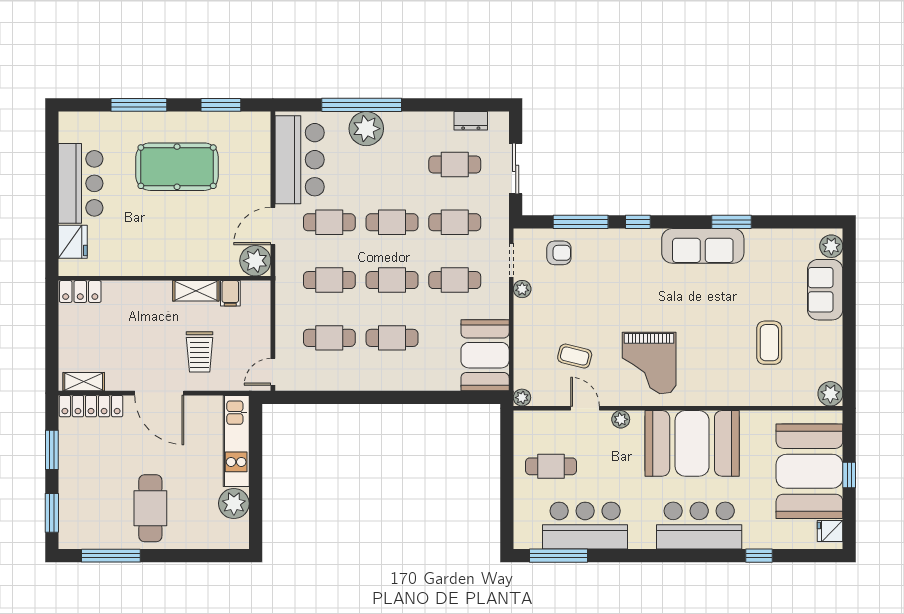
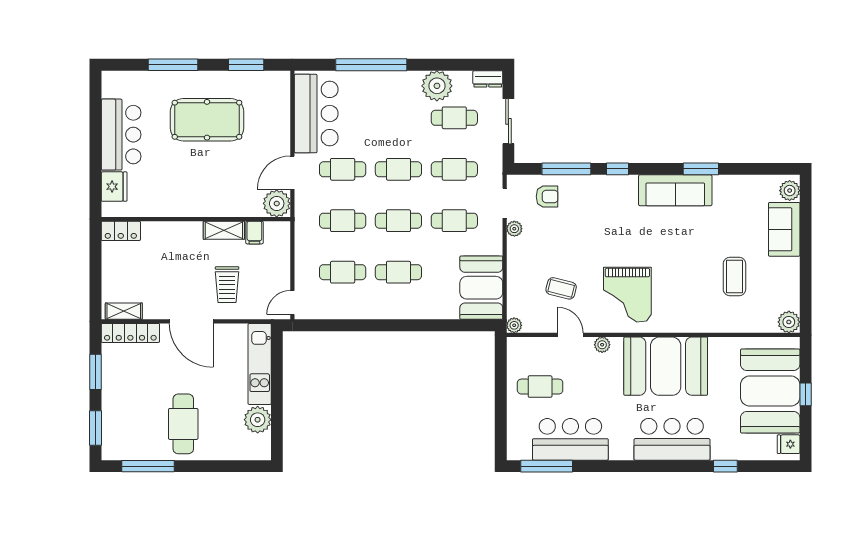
dresser: (471, 121) -> (488, 79), moved
plant: (366, 129) -> (437, 86), moved

